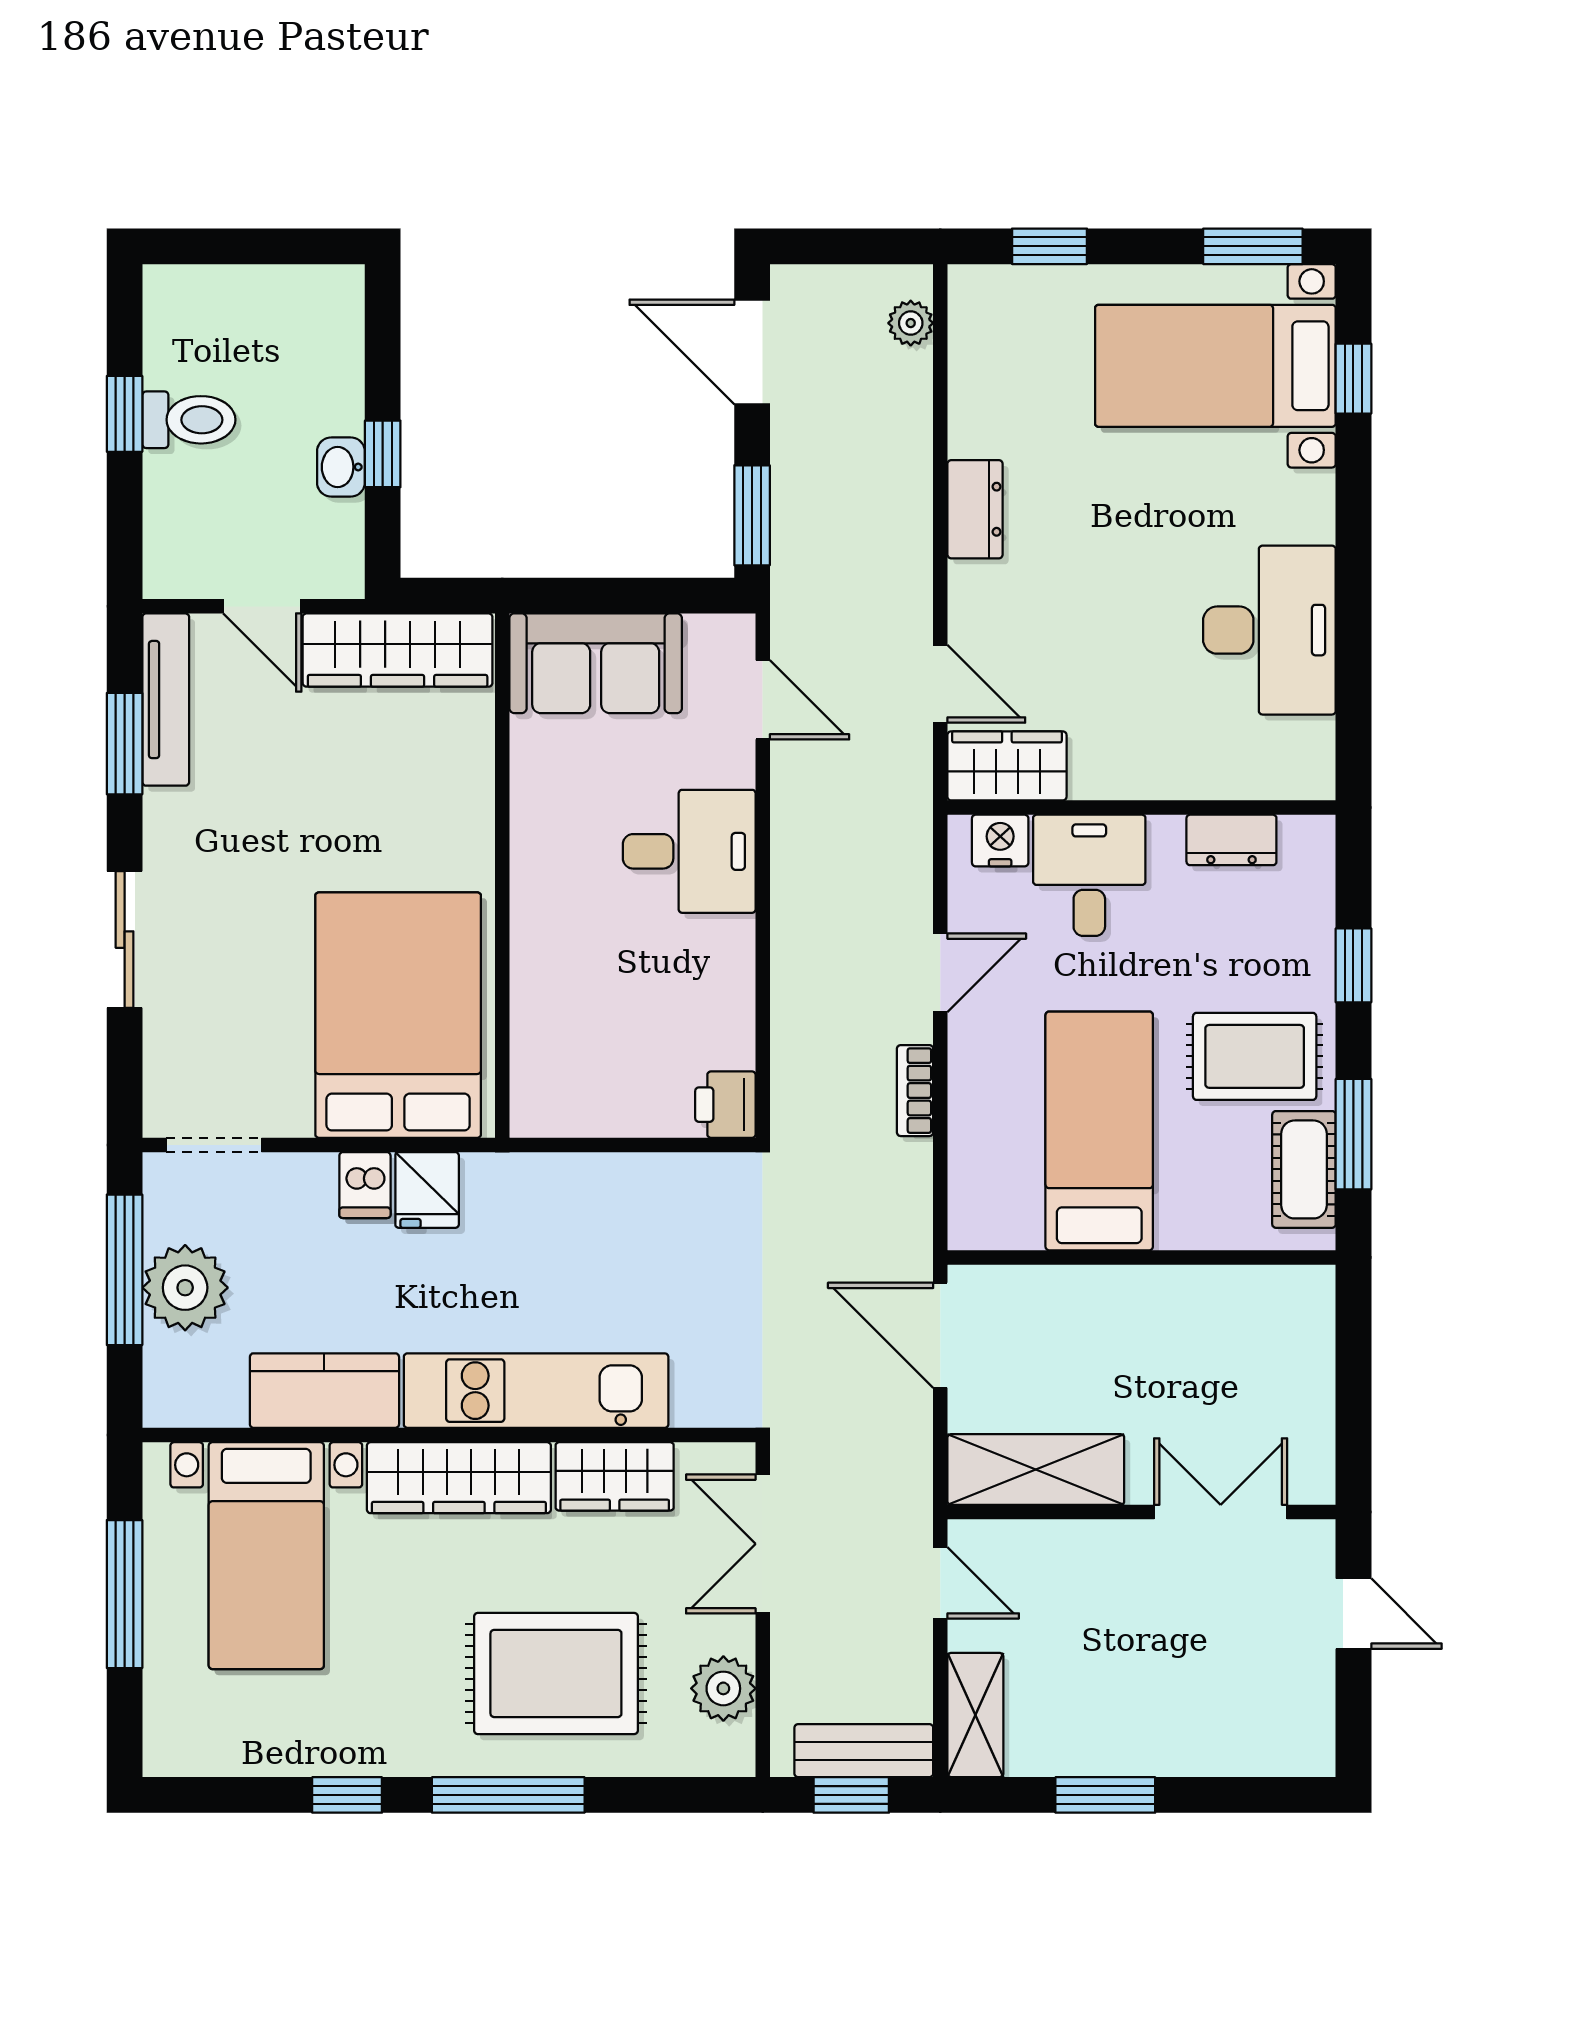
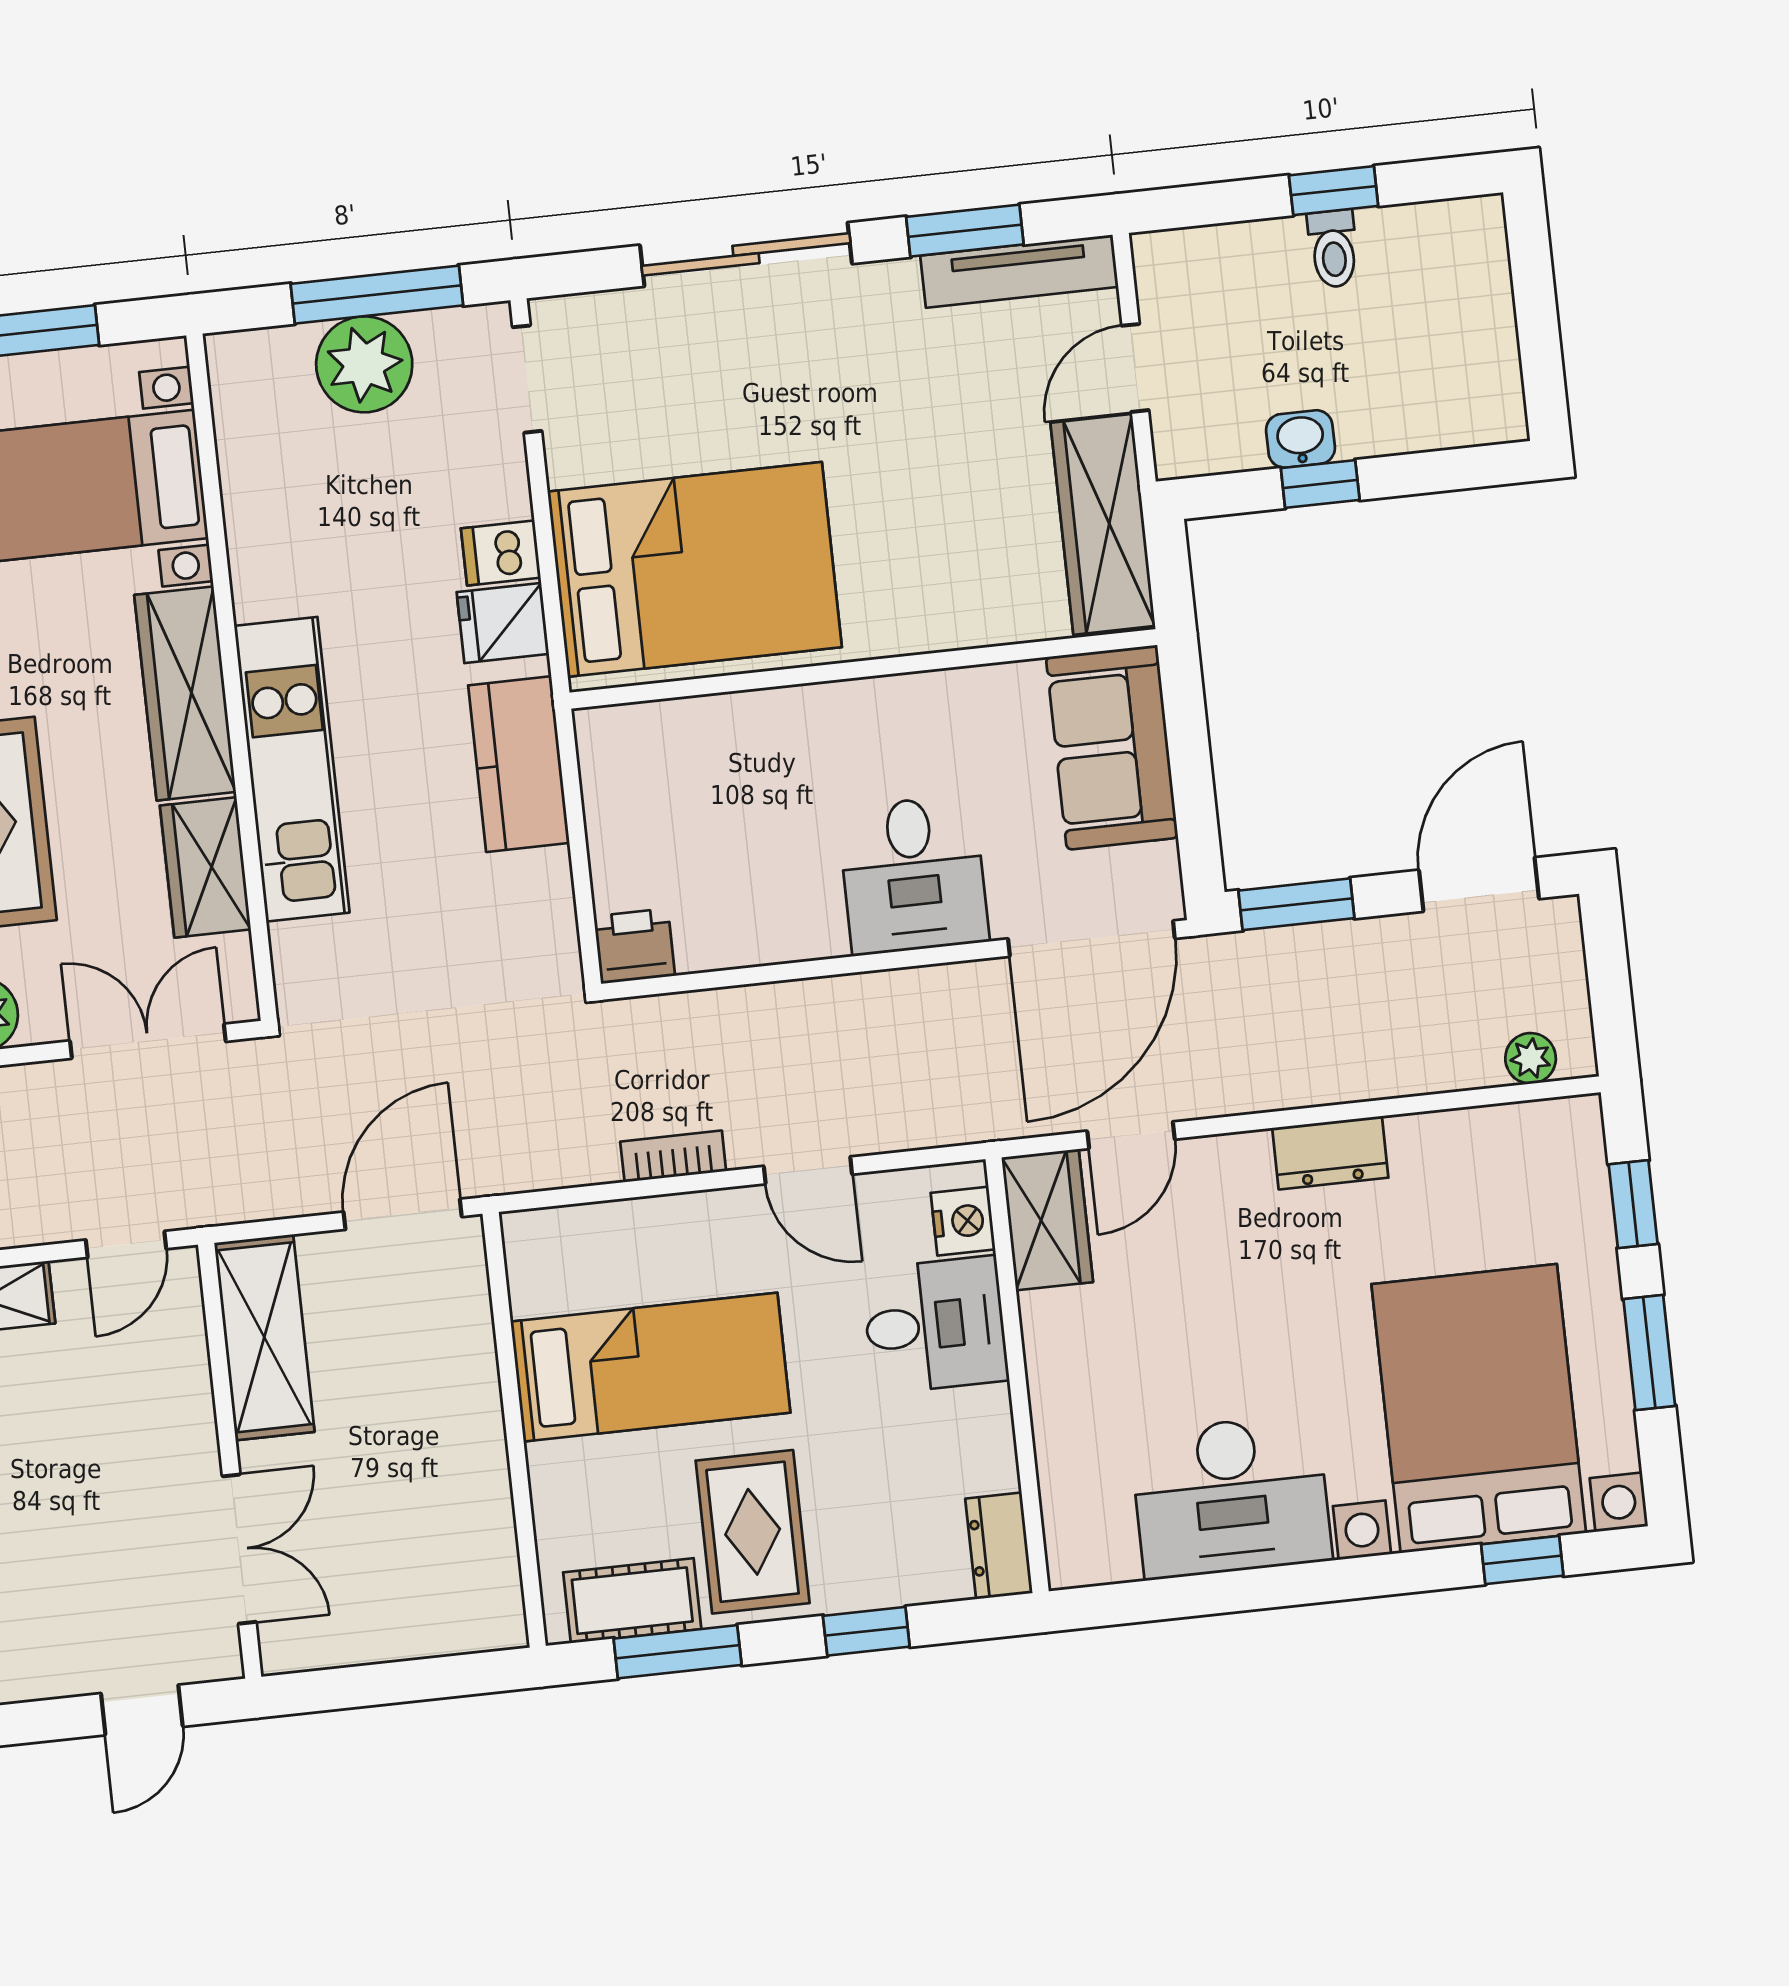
window: (1253, 246) -> (1649, 1352), moved
bed with nightstands: (1215, 366) -> (1479, 1409), width x1.36
toilet: (189, 420) -> (1333, 249), width x0.73, depth x0.72
door: (763, 700) -> (1091, 939), width x1.88
dresser: (1231, 840) -> (999, 1546), moved
sliding door: (125, 940) -> (746, 254), width x1.37
kitchen counter: (324, 1391) -> (519, 764), moved, turned 180

